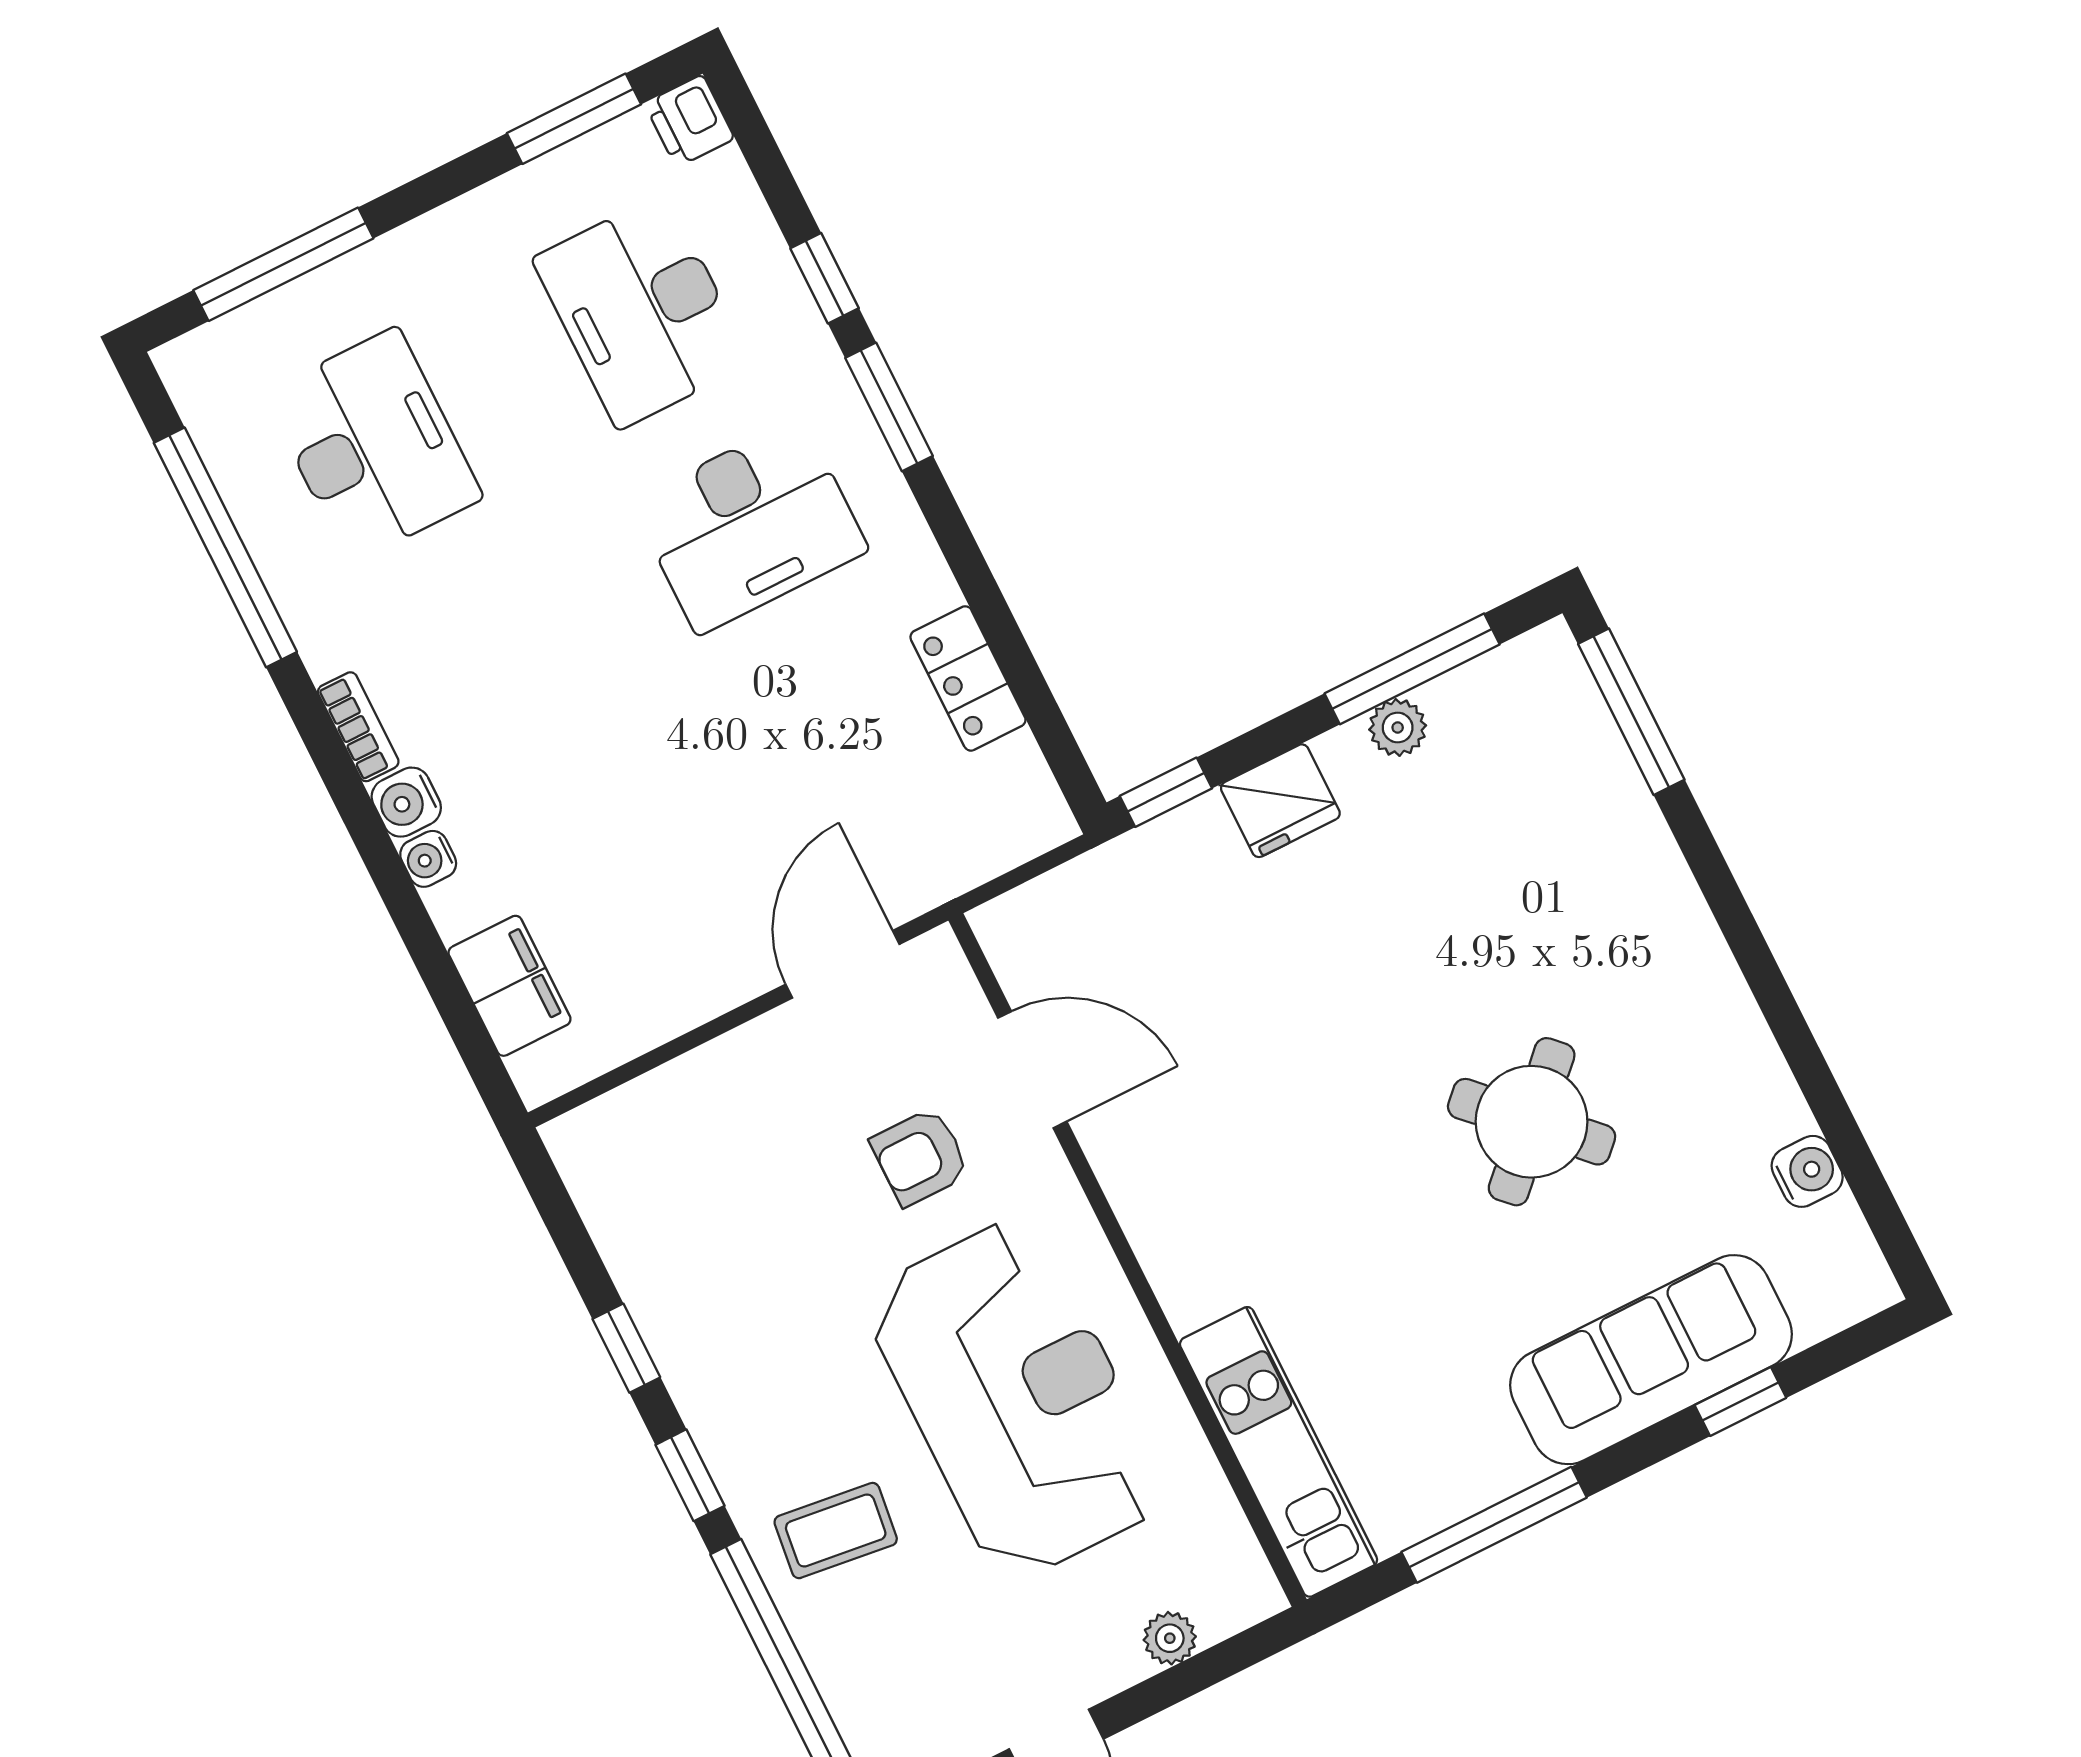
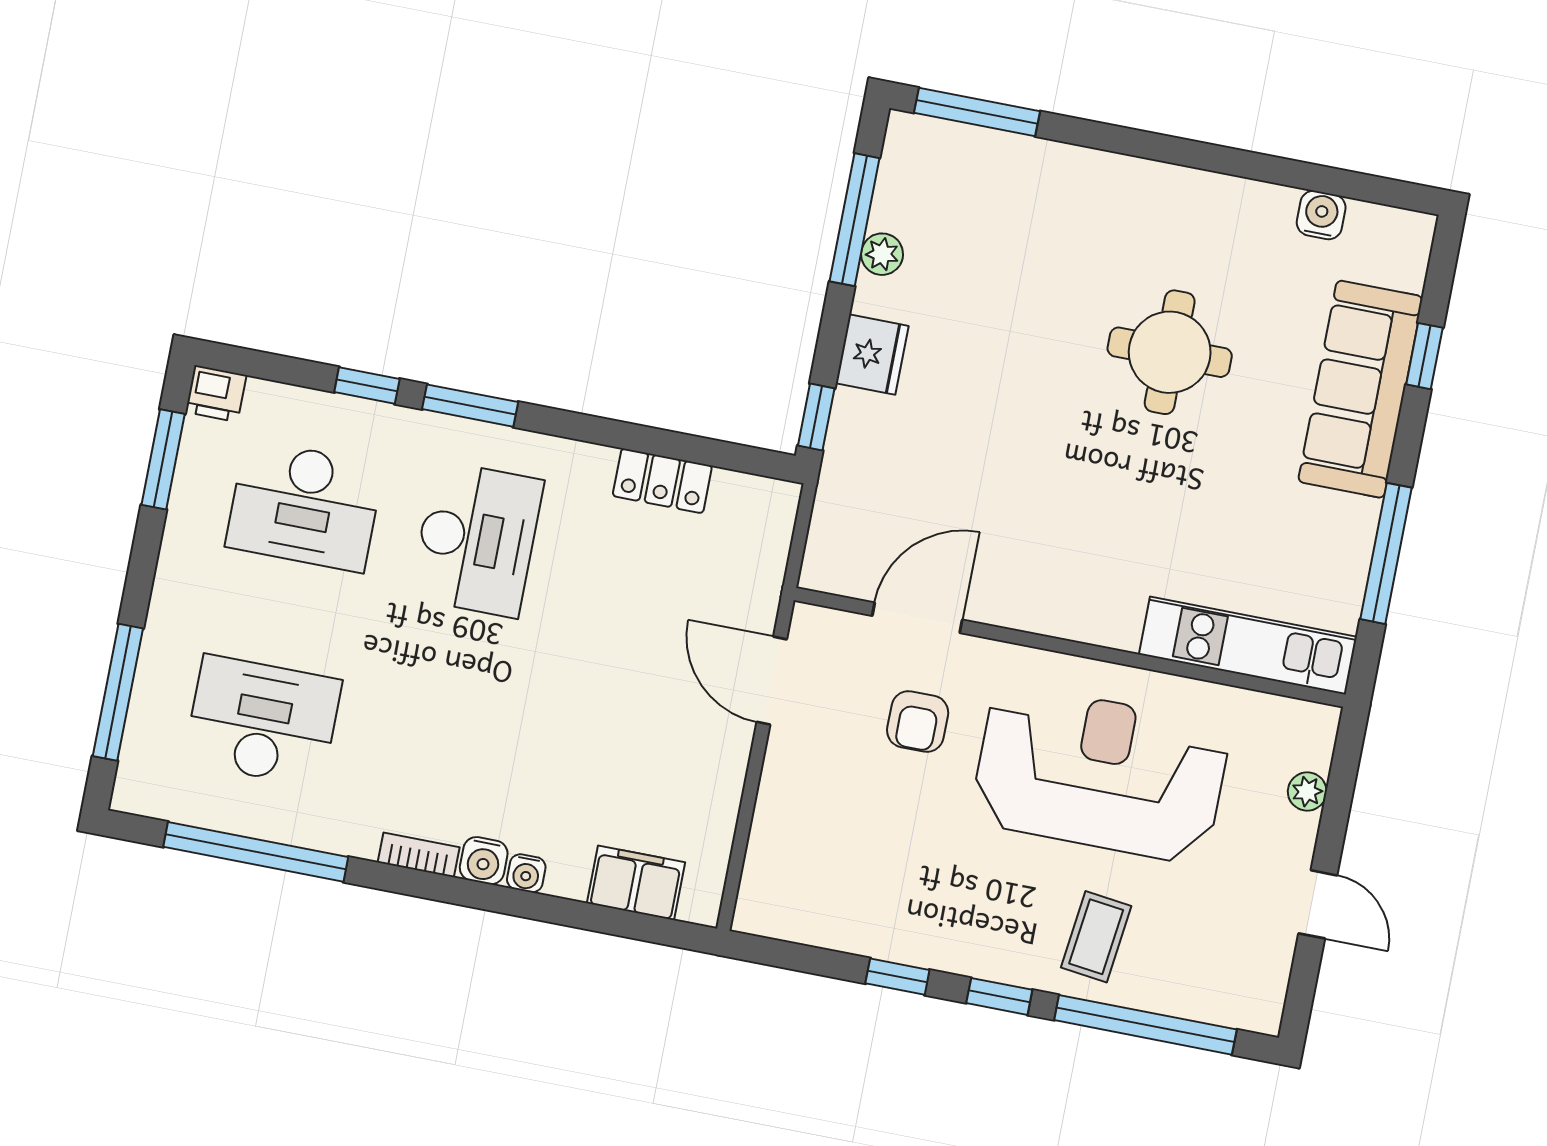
round table: (1532, 1122) -> (1170, 352), turned 45

